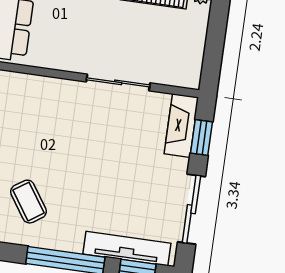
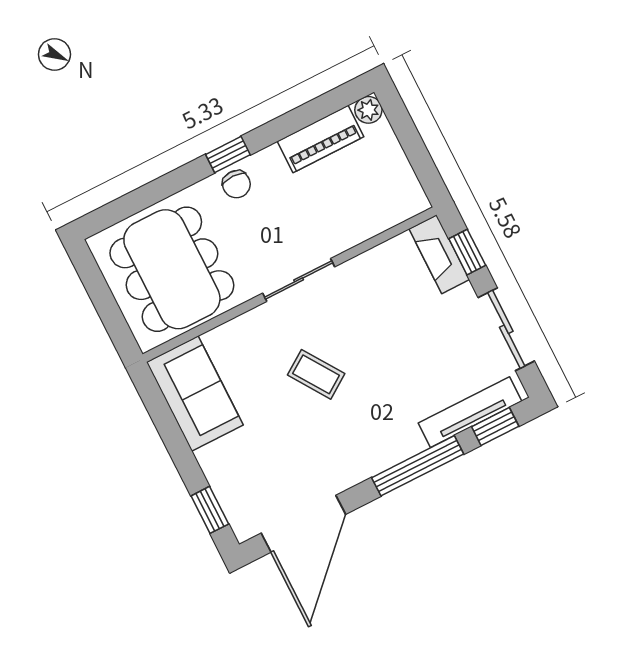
sliding door: (118, 82) -> (299, 280), moved
coffee table: (28, 202) -> (316, 374), moved

